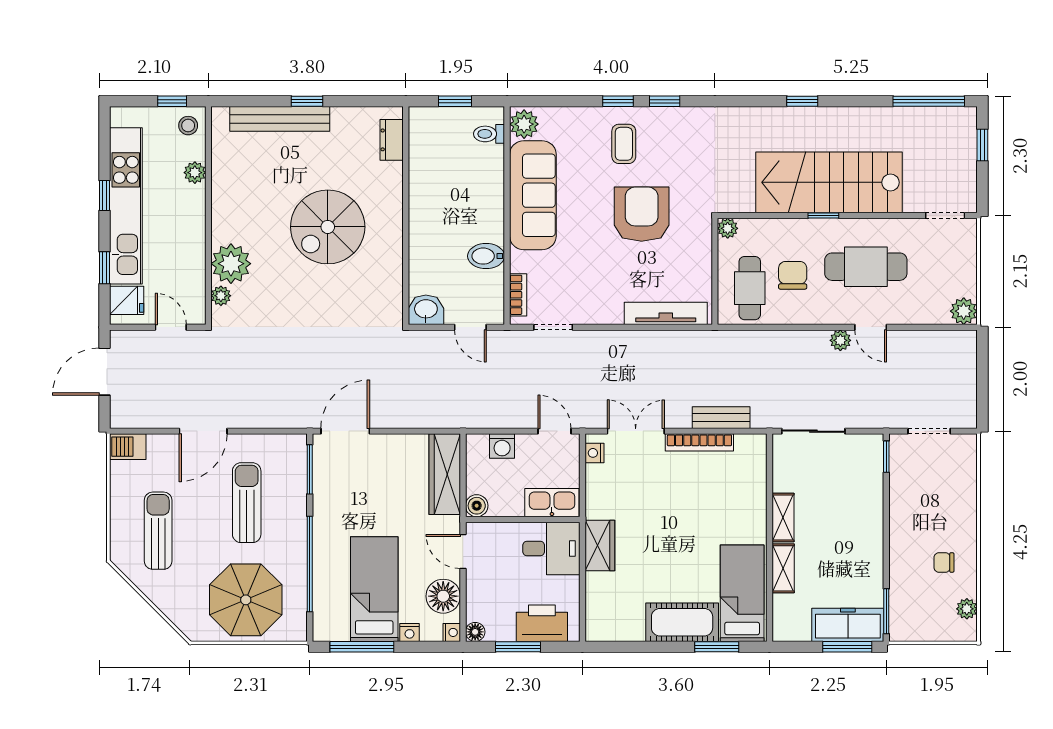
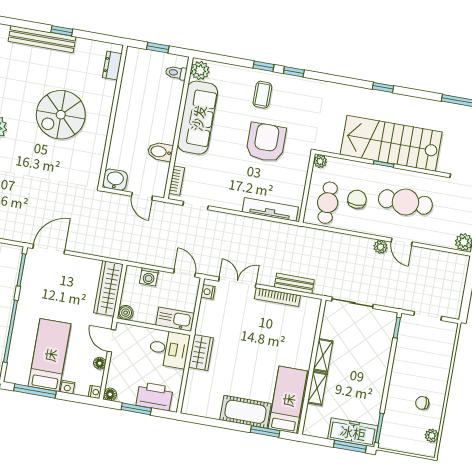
floor lamp: (443, 596) -> (100, 363), width x0.53, depth x0.53

